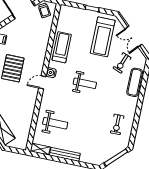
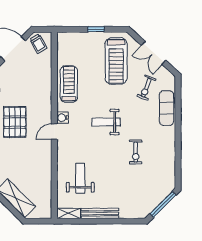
weight bench: (85, 83) -> (106, 122), turned 180
weight bench: (55, 123) -> (80, 178), turned -90
exercise bike: (117, 124) -> (136, 152), moved

